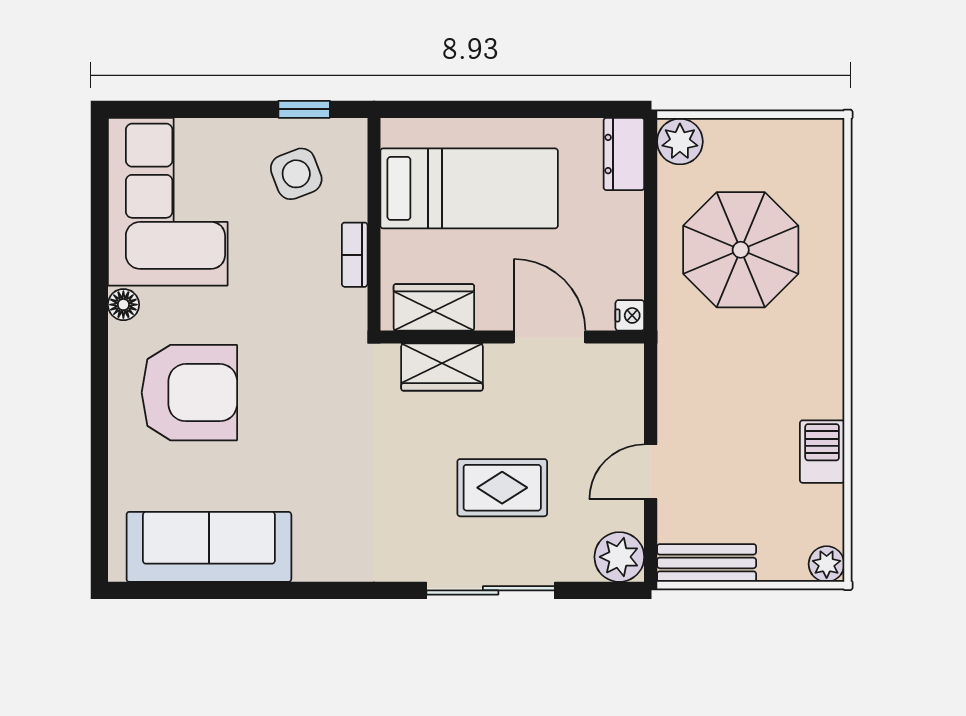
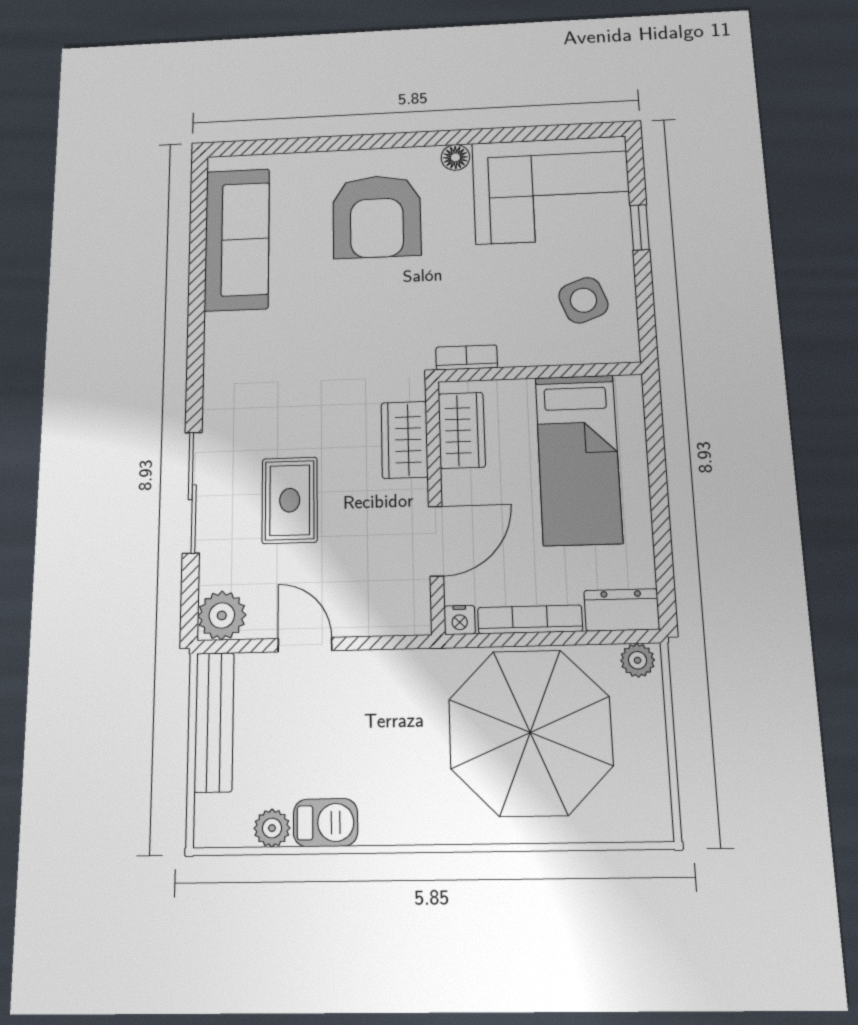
window: (304, 109) -> (640, 227), moved
plant: (680, 142) -> (638, 660), width x0.73, depth x0.73
bookcase: (631, 245) -> (530, 619), added
parasol: (741, 250) -> (530, 732), width x1.36, depth x1.36
bookcase: (355, 255) -> (467, 357), moved
bench: (707, 563) -> (214, 722), width x1.36
plant: (827, 564) -> (272, 828), moved

